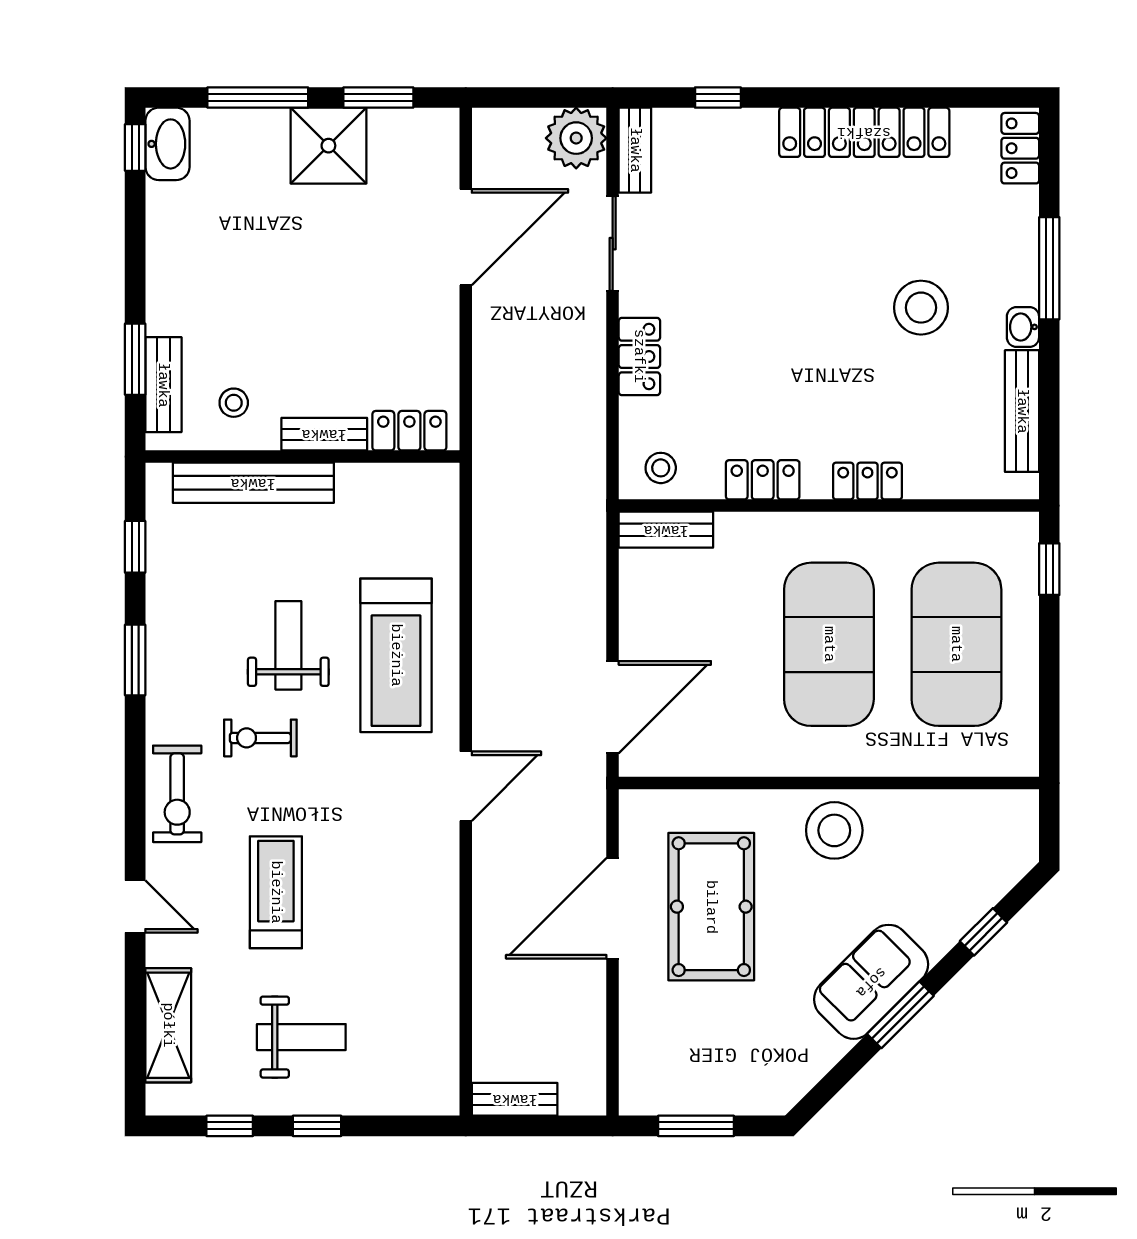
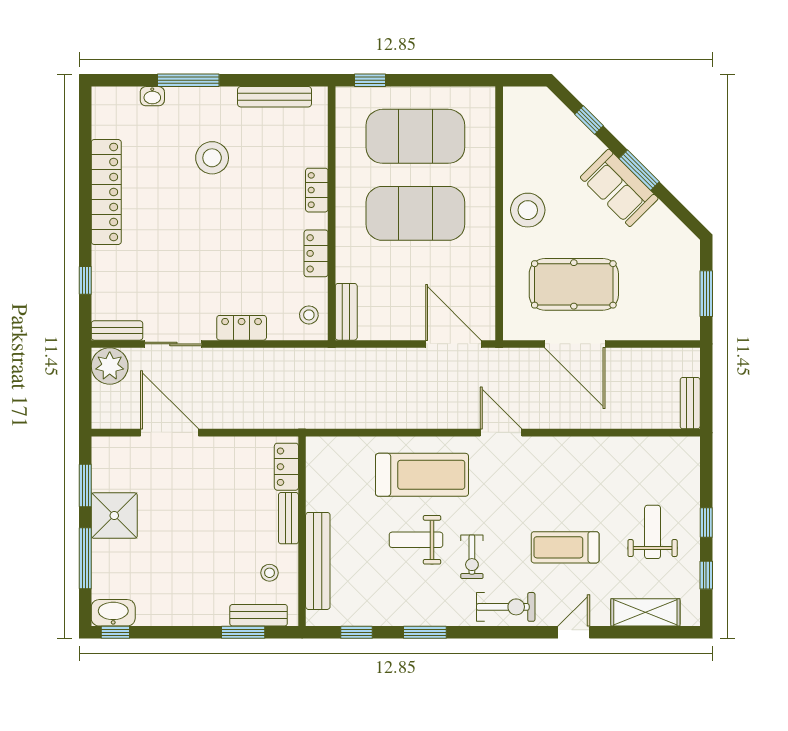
locker: (1020, 148) -> (116, 98), removed
washbasin: (1023, 327) -> (152, 96), moved

